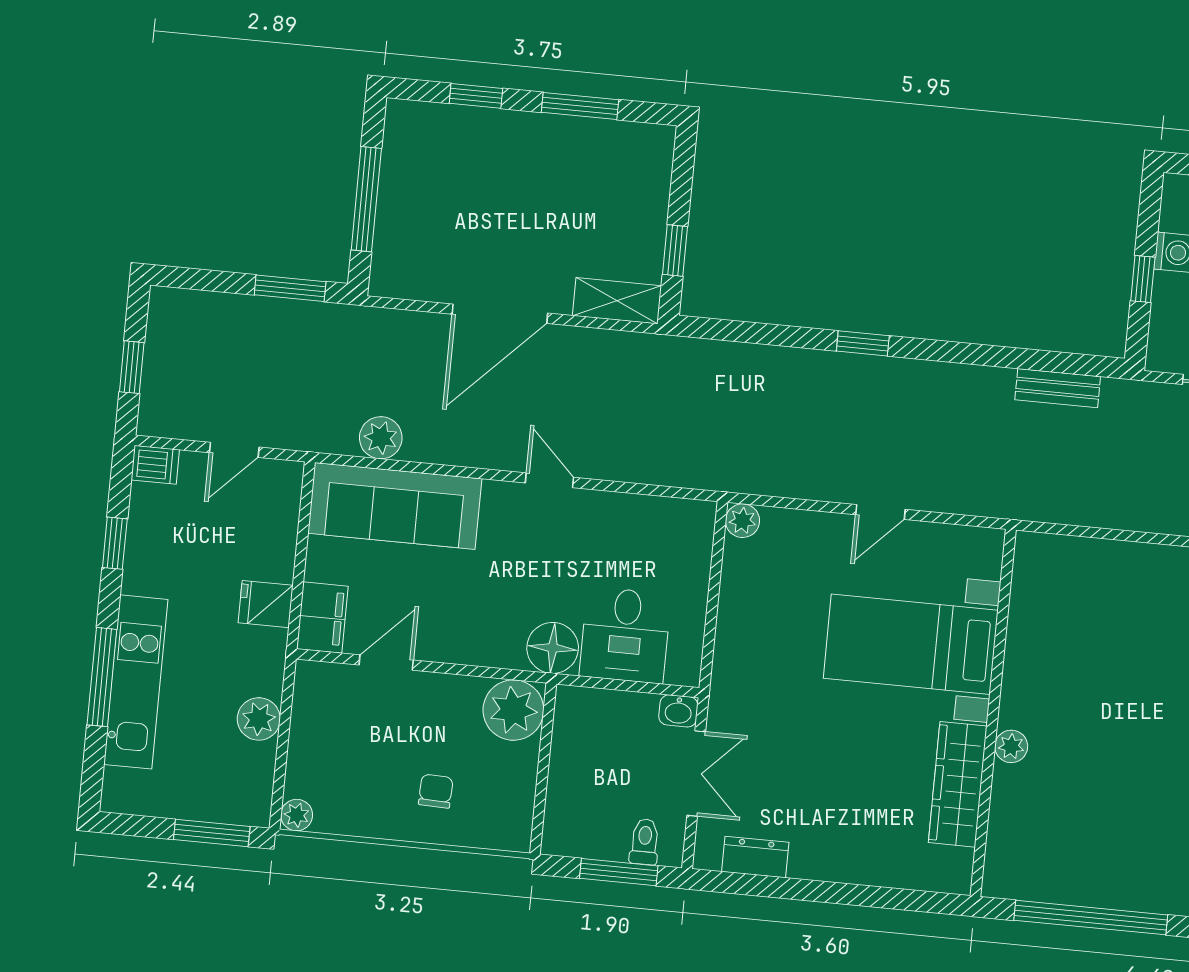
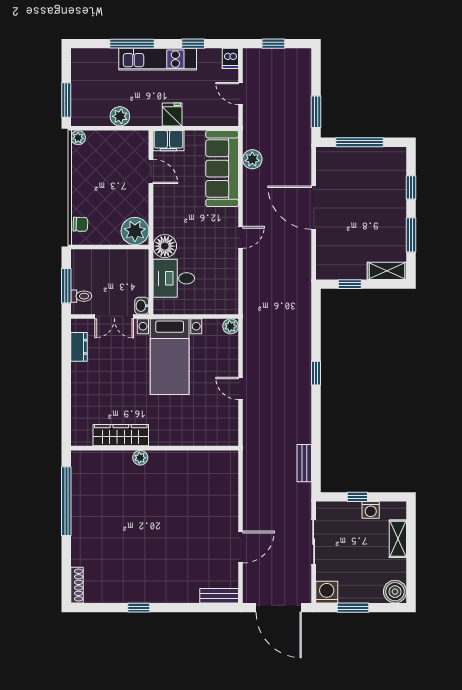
shelving: (617, 301) -> (387, 271), moved, turned 90
bed with nightstands: (911, 644) -> (170, 357), moved, turned 180
kitchen unit: (136, 682) -> (158, 59), moved
chair: (436, 791) -> (80, 224), moved

